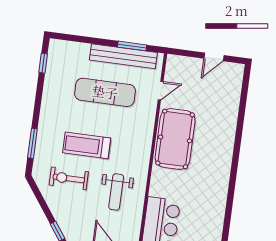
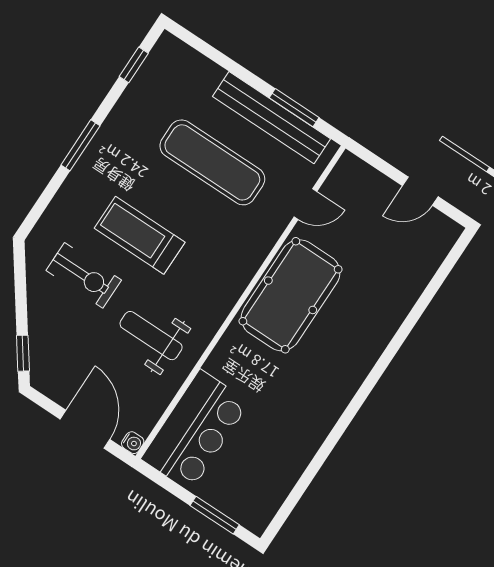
window: (32, 143) -> (80, 145), moved
exercise bike: (69, 178) -> (84, 275), turned 180
weight bench: (116, 192) -> (151, 336), turned 90

